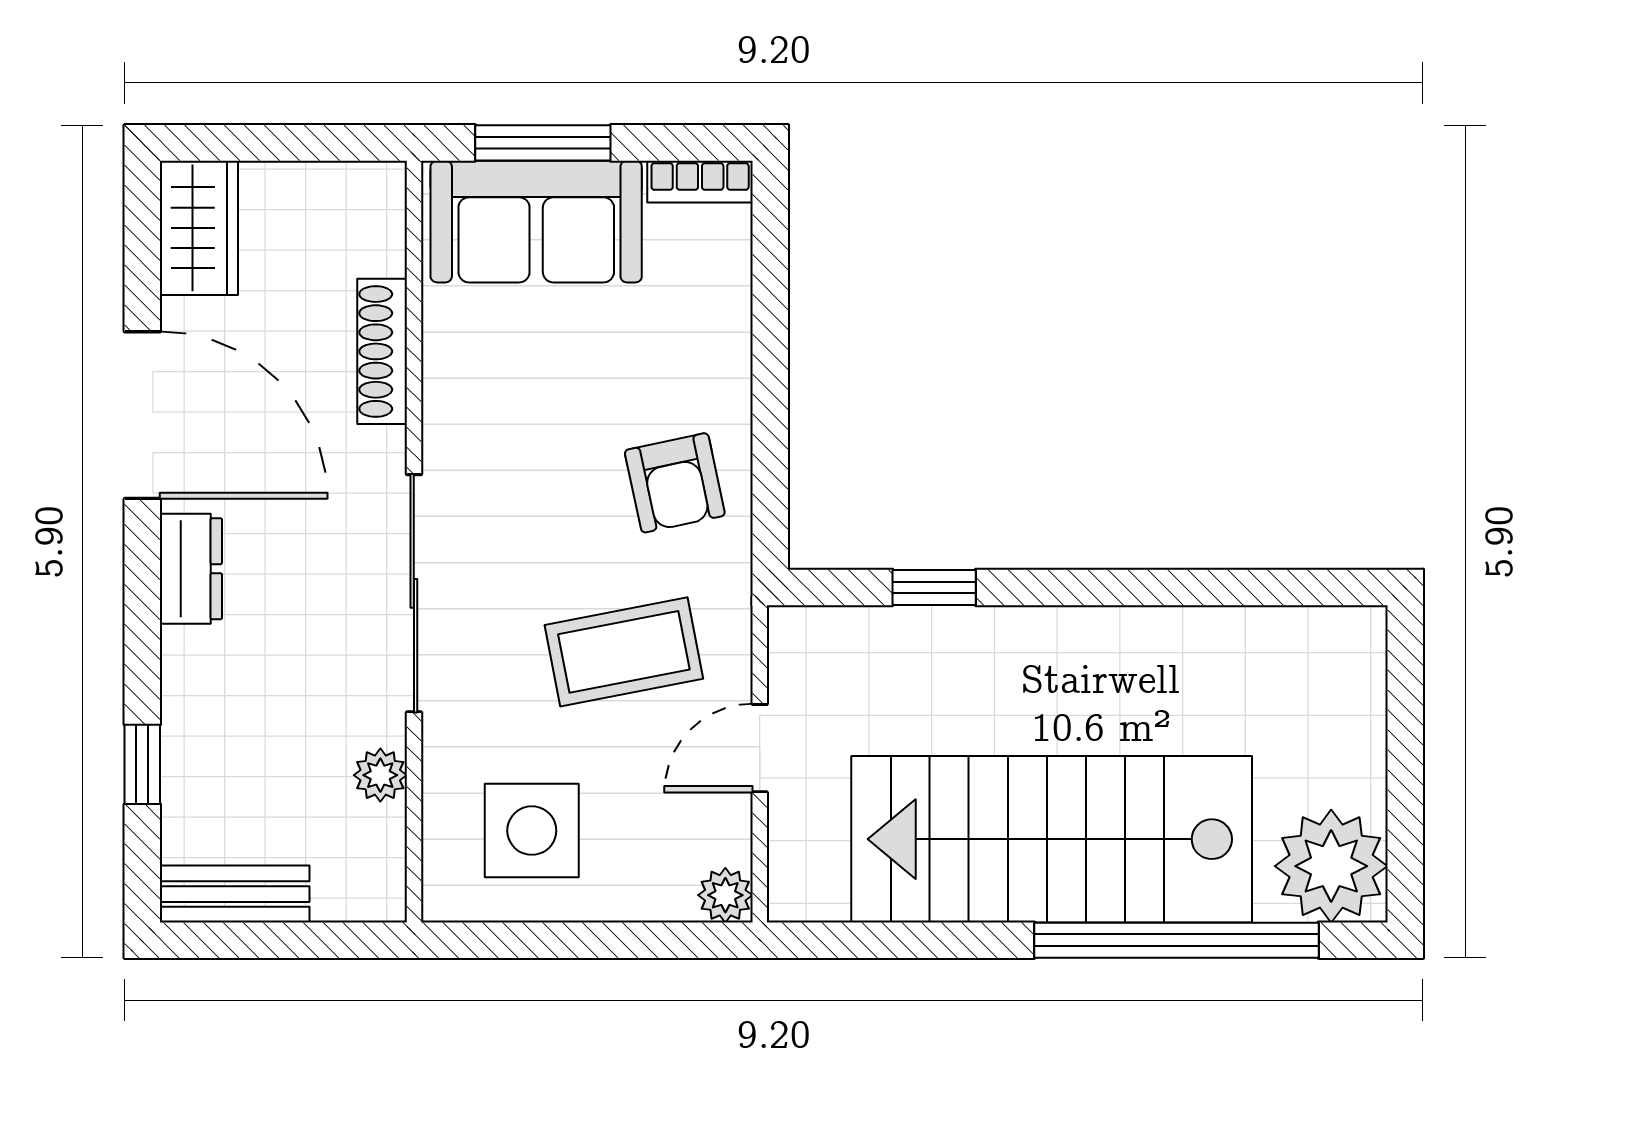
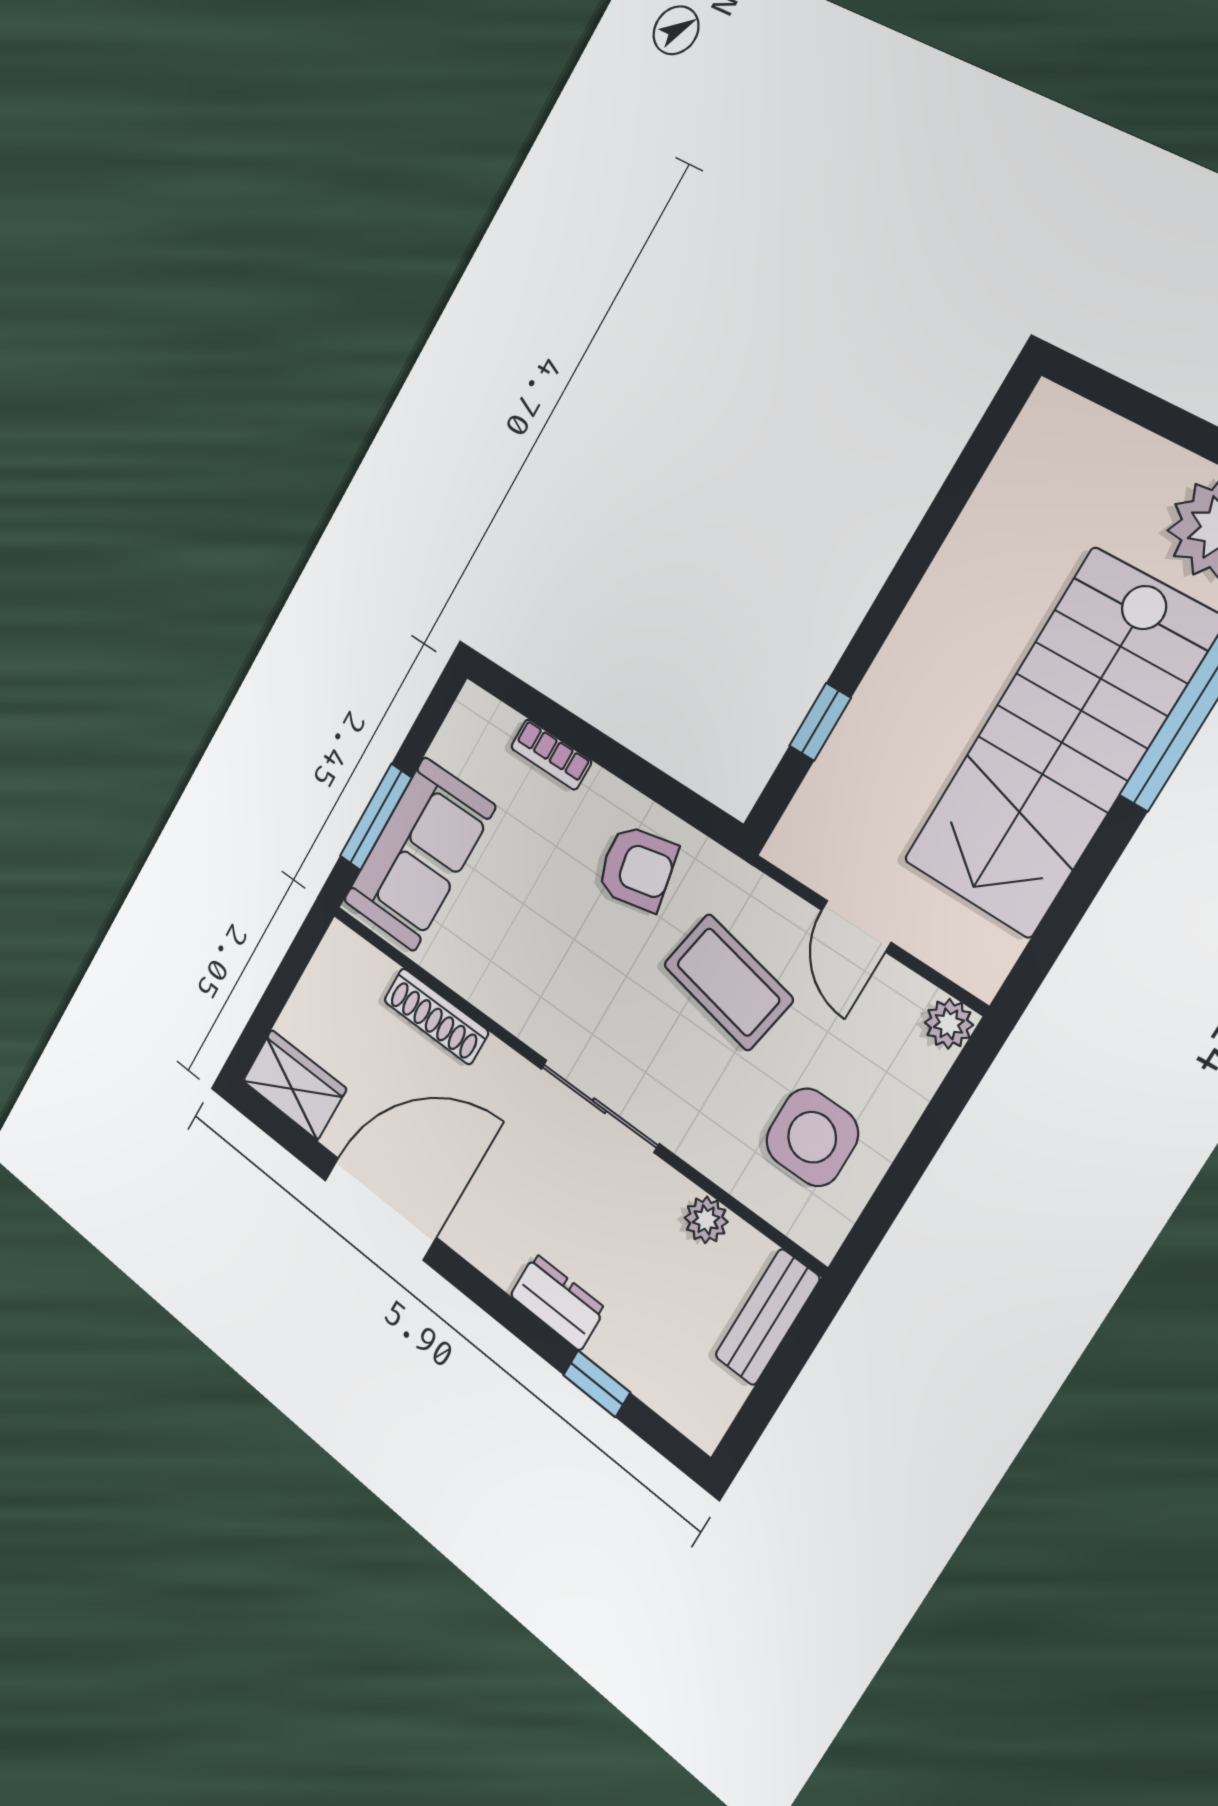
bookcase: (700, 182) -> (551, 754), moved, turned 90
dresser: (191, 569) -> (558, 1302), moved
sliding door: (414, 593) -> (599, 1106), width x0.73
coffee table: (624, 652) -> (728, 982), turned -68
bench: (235, 894) -> (767, 1317), moved

